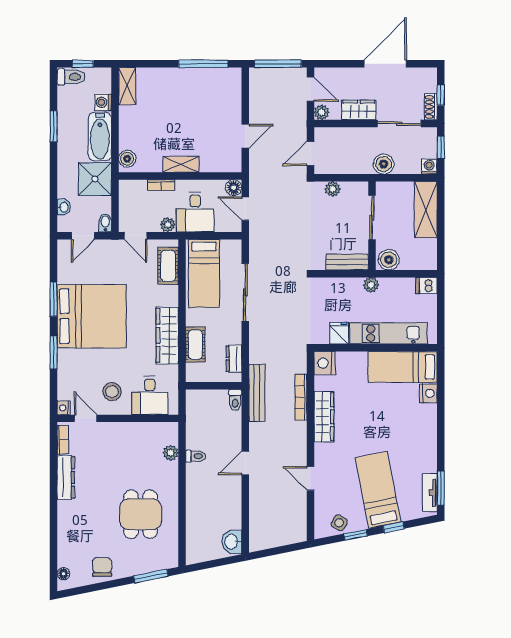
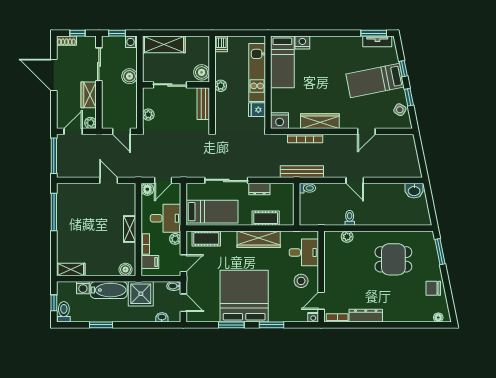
shoe rack: (431, 107) -> (66, 41), moved
filing cabinet: (137, 191) -> (150, 262), added
dresser: (234, 359) -> (259, 189), moved

